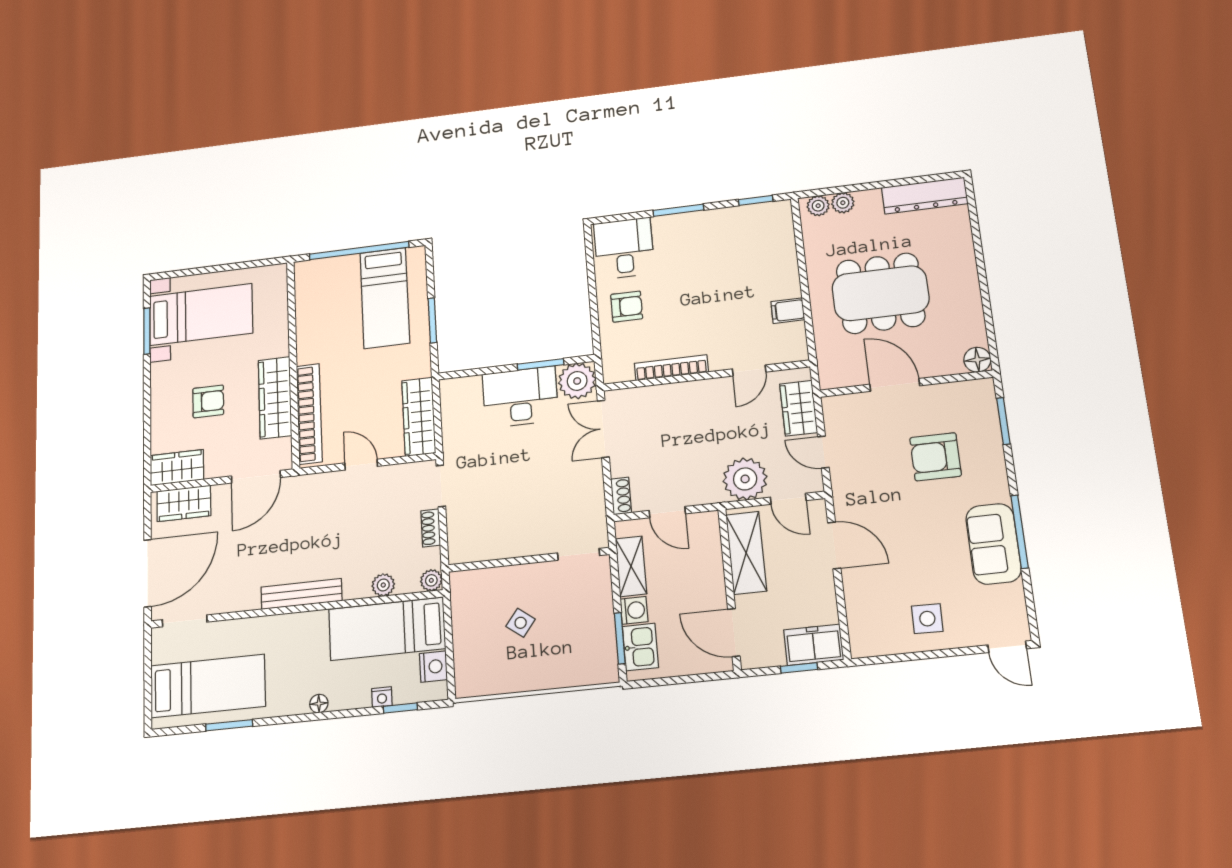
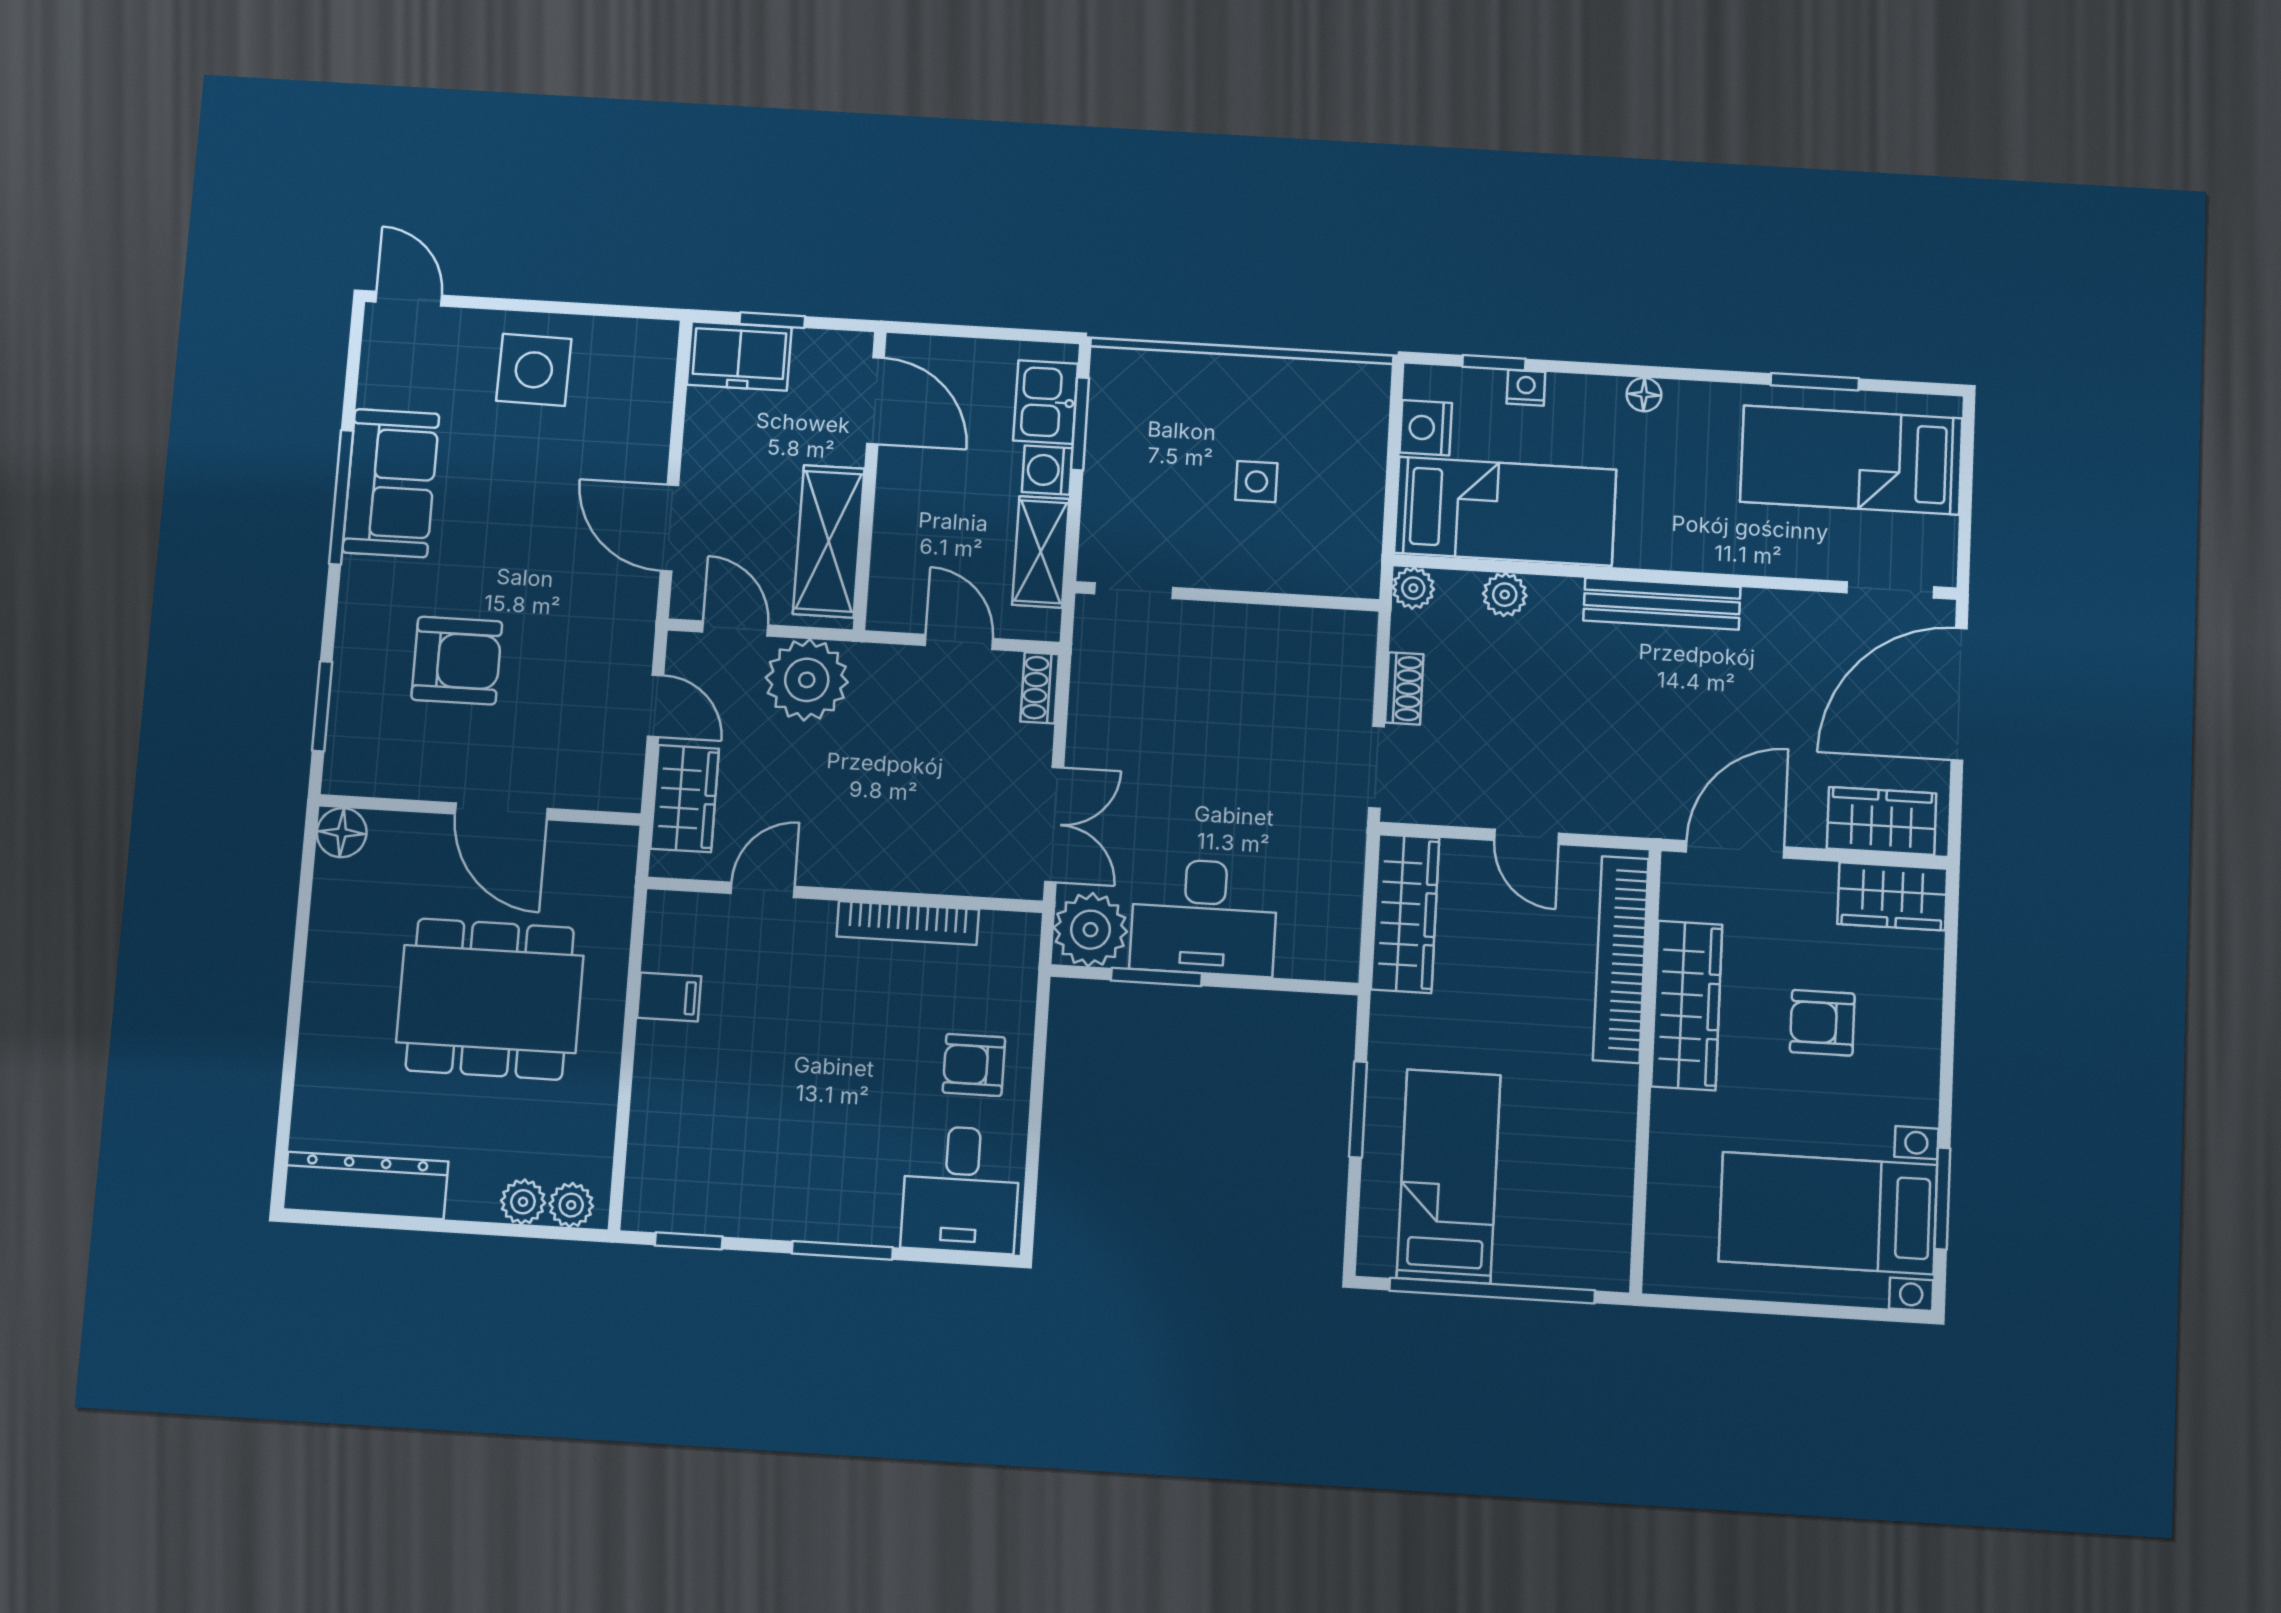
side table: (927, 619) -> (534, 370), width x1.37, depth x1.37
side table: (521, 623) -> (1256, 482), turned -37

